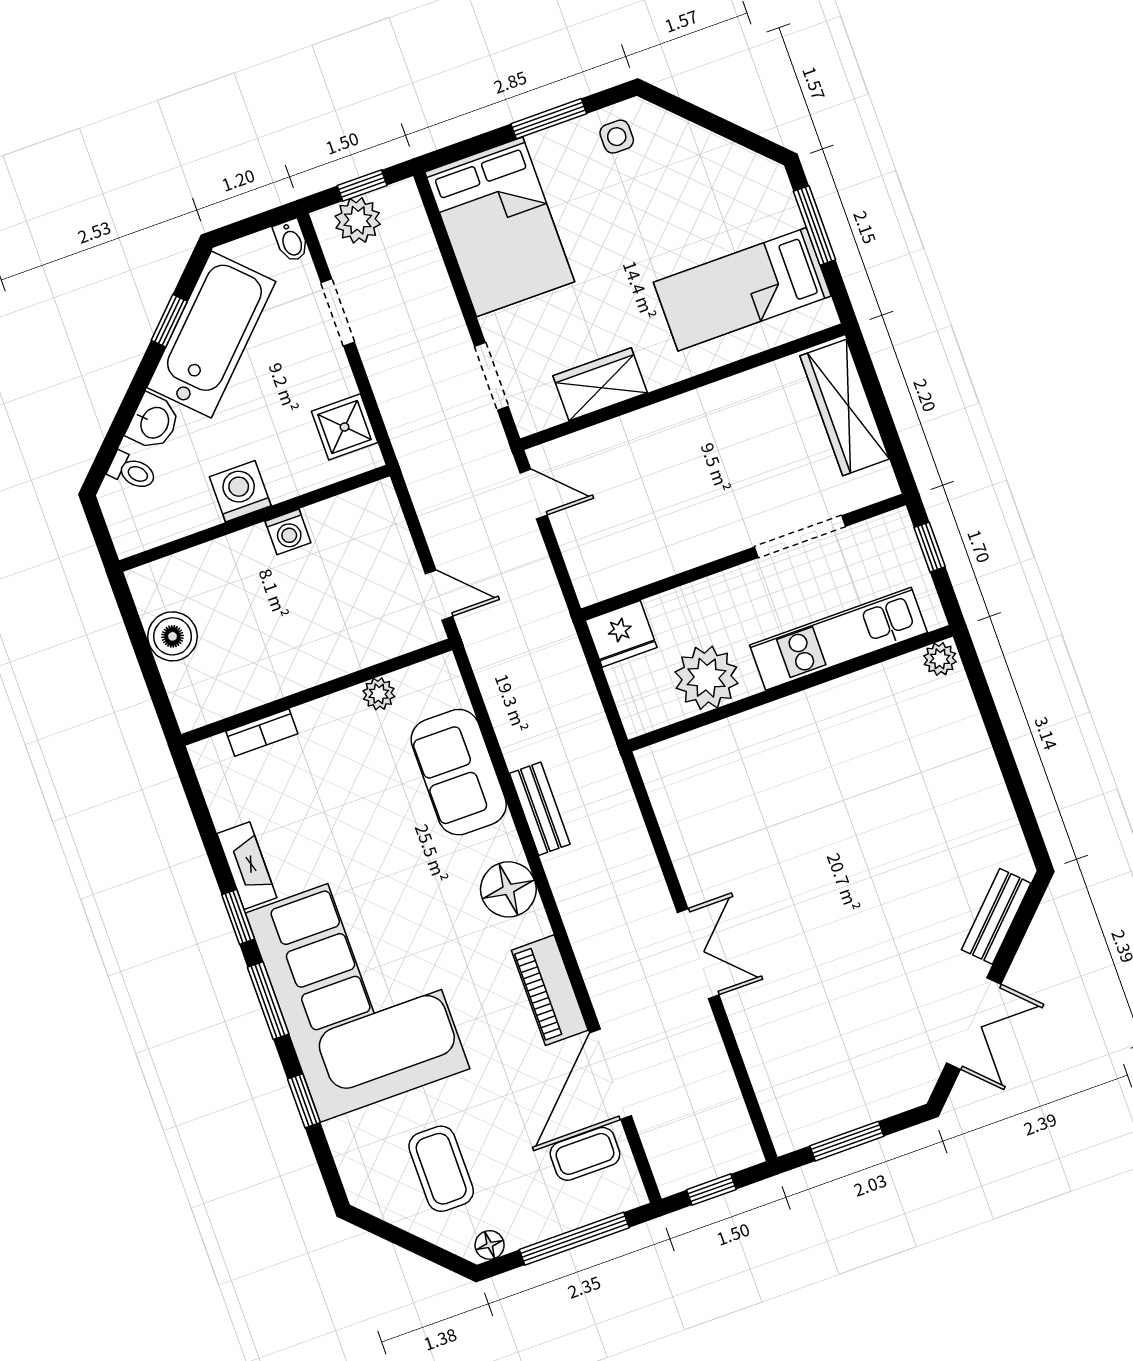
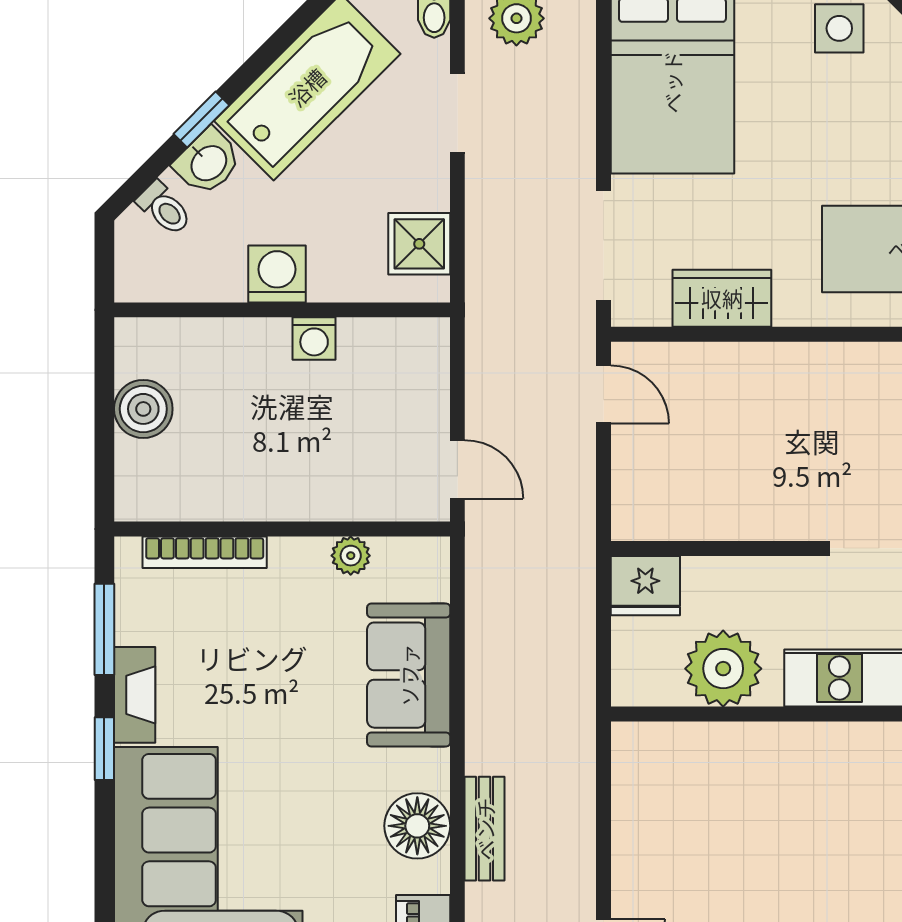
side table: (617, 137) -> (839, 28), width x1.37, depth x1.37
window: (169, 321) -> (201, 120), moved
doorway: (491, 376) -> (603, 246), width x1.38
bookcase: (262, 733) -> (205, 552), width x1.56
bench: (540, 809) -> (485, 829), moved
window: (268, 1001) -> (104, 629), moved

